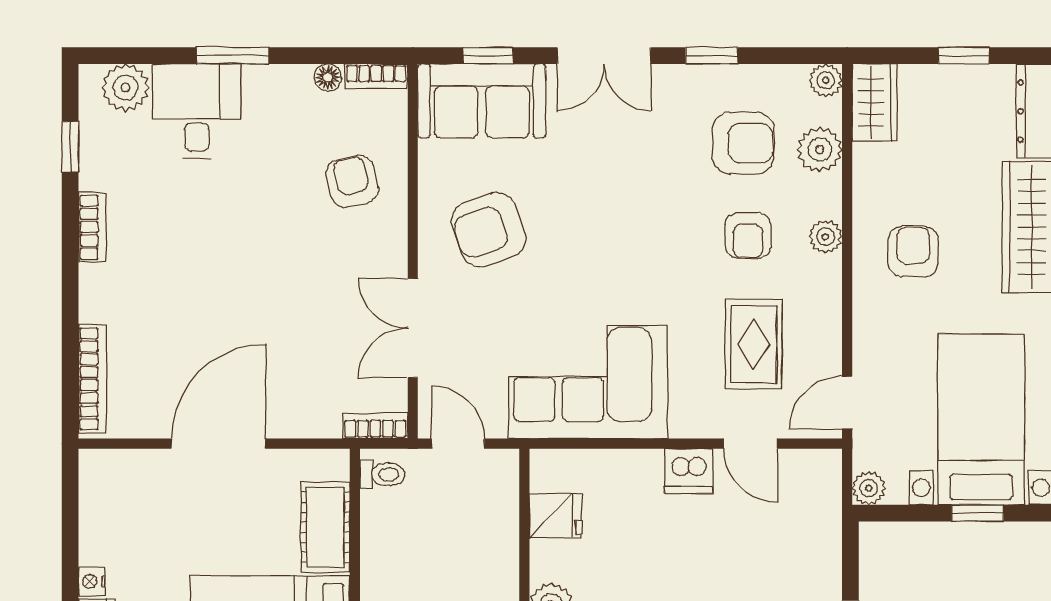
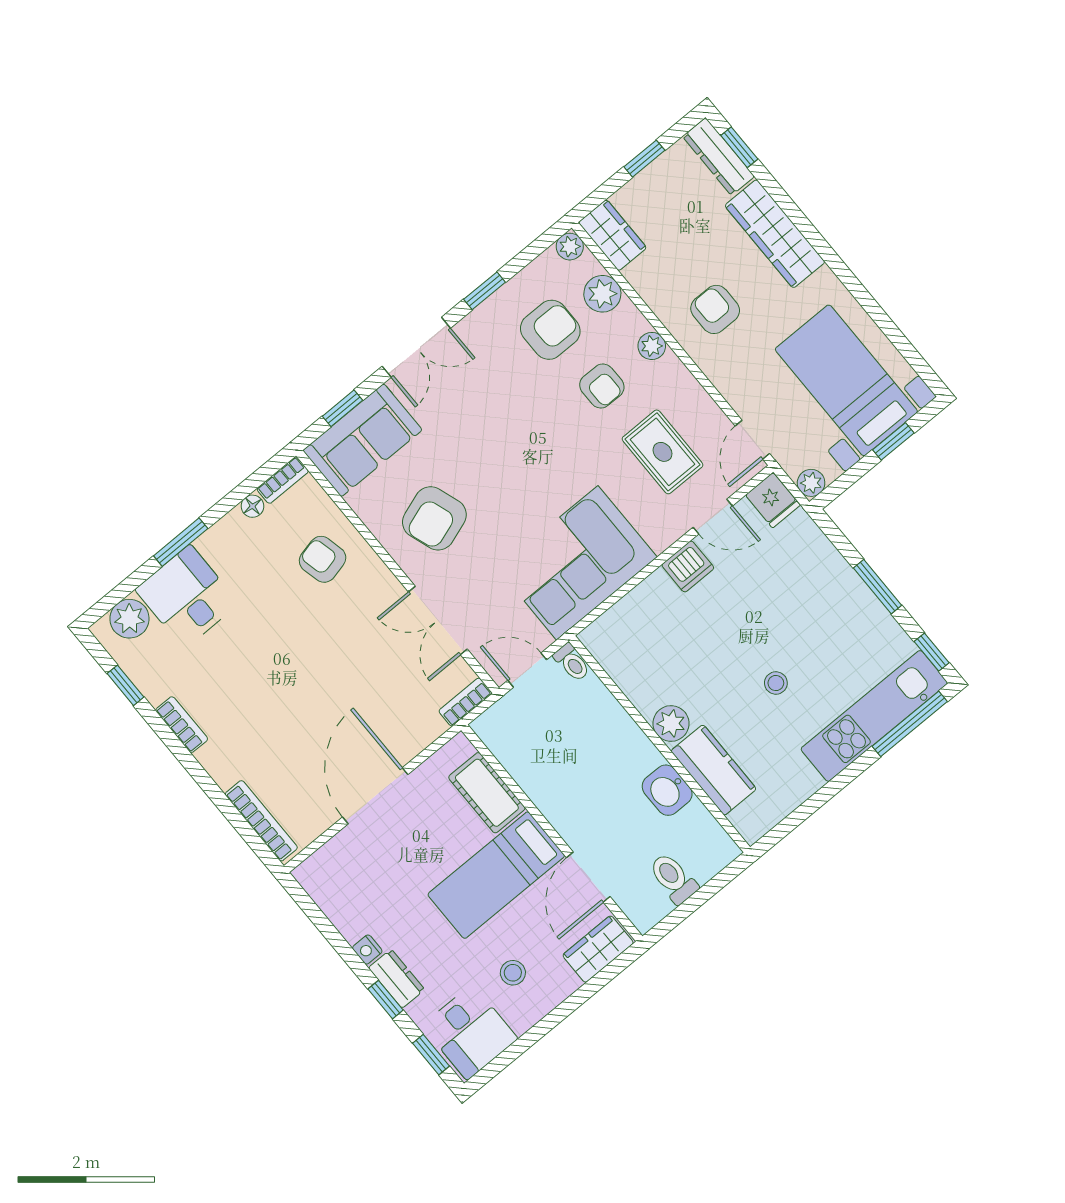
toilet: (382, 474) -> (572, 662), moved, turned 90
fridge: (556, 516) -> (773, 500), moved, turned 90

